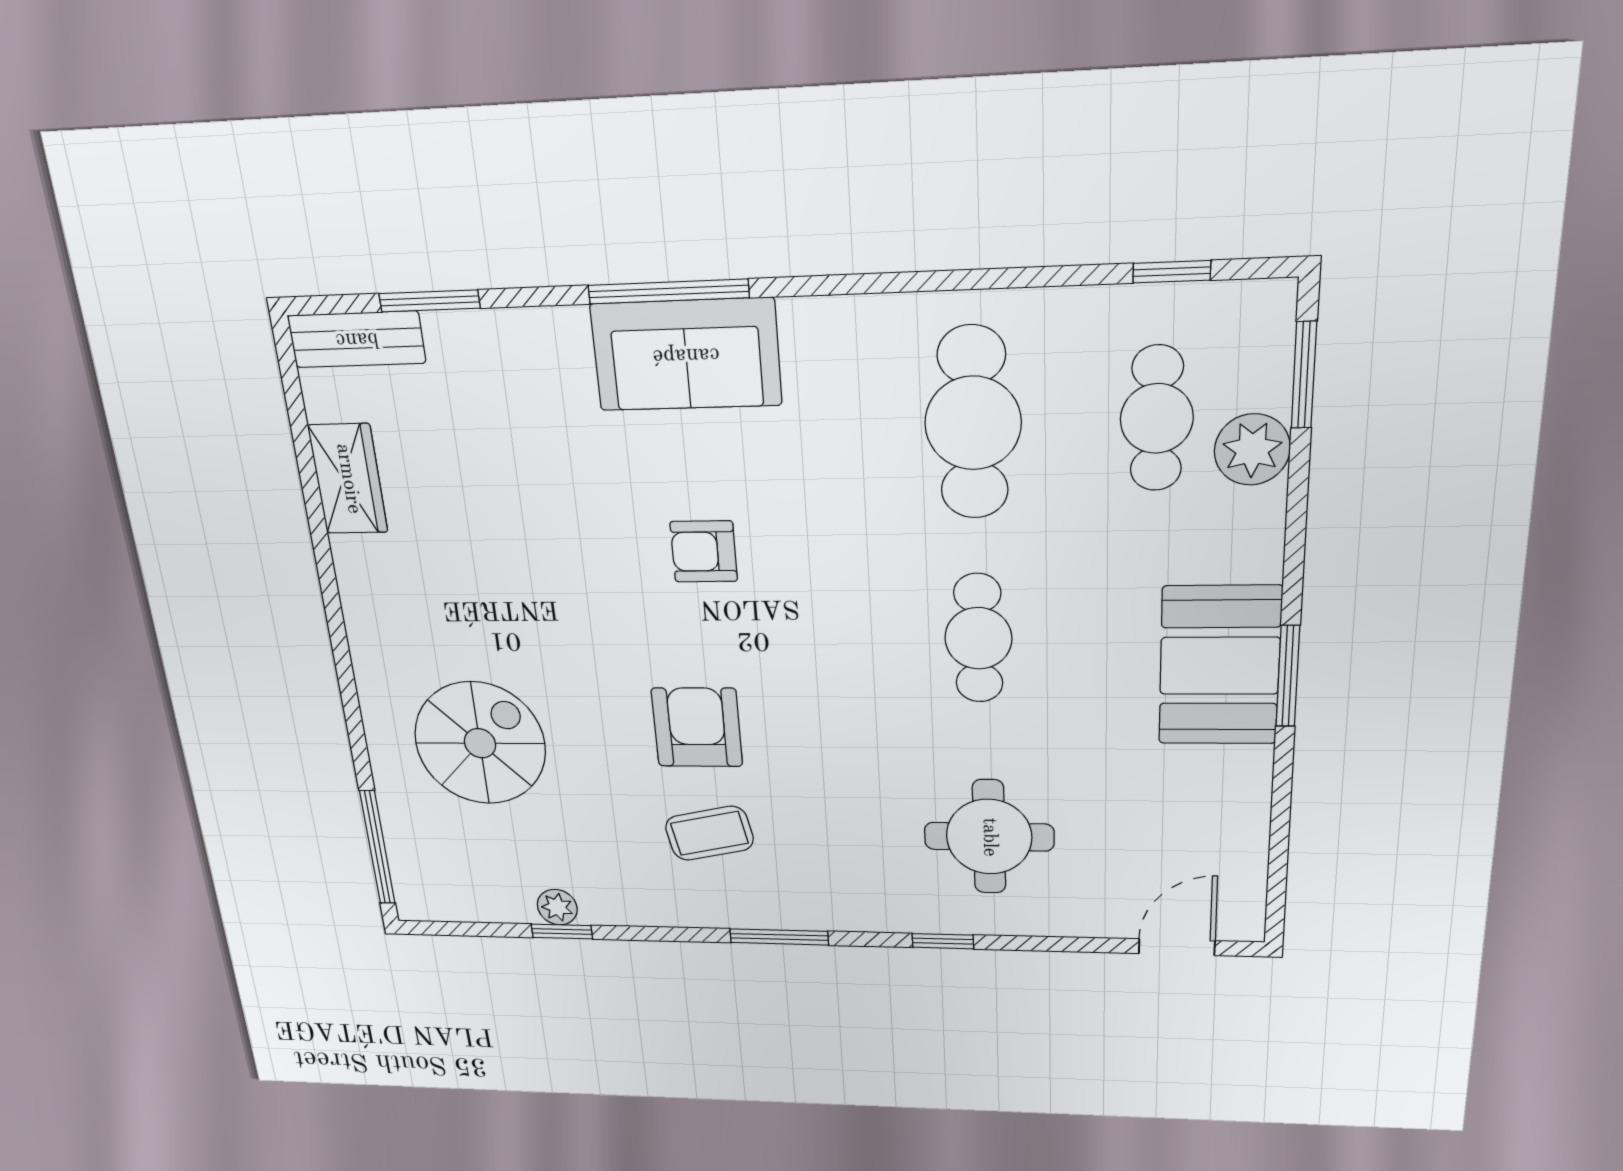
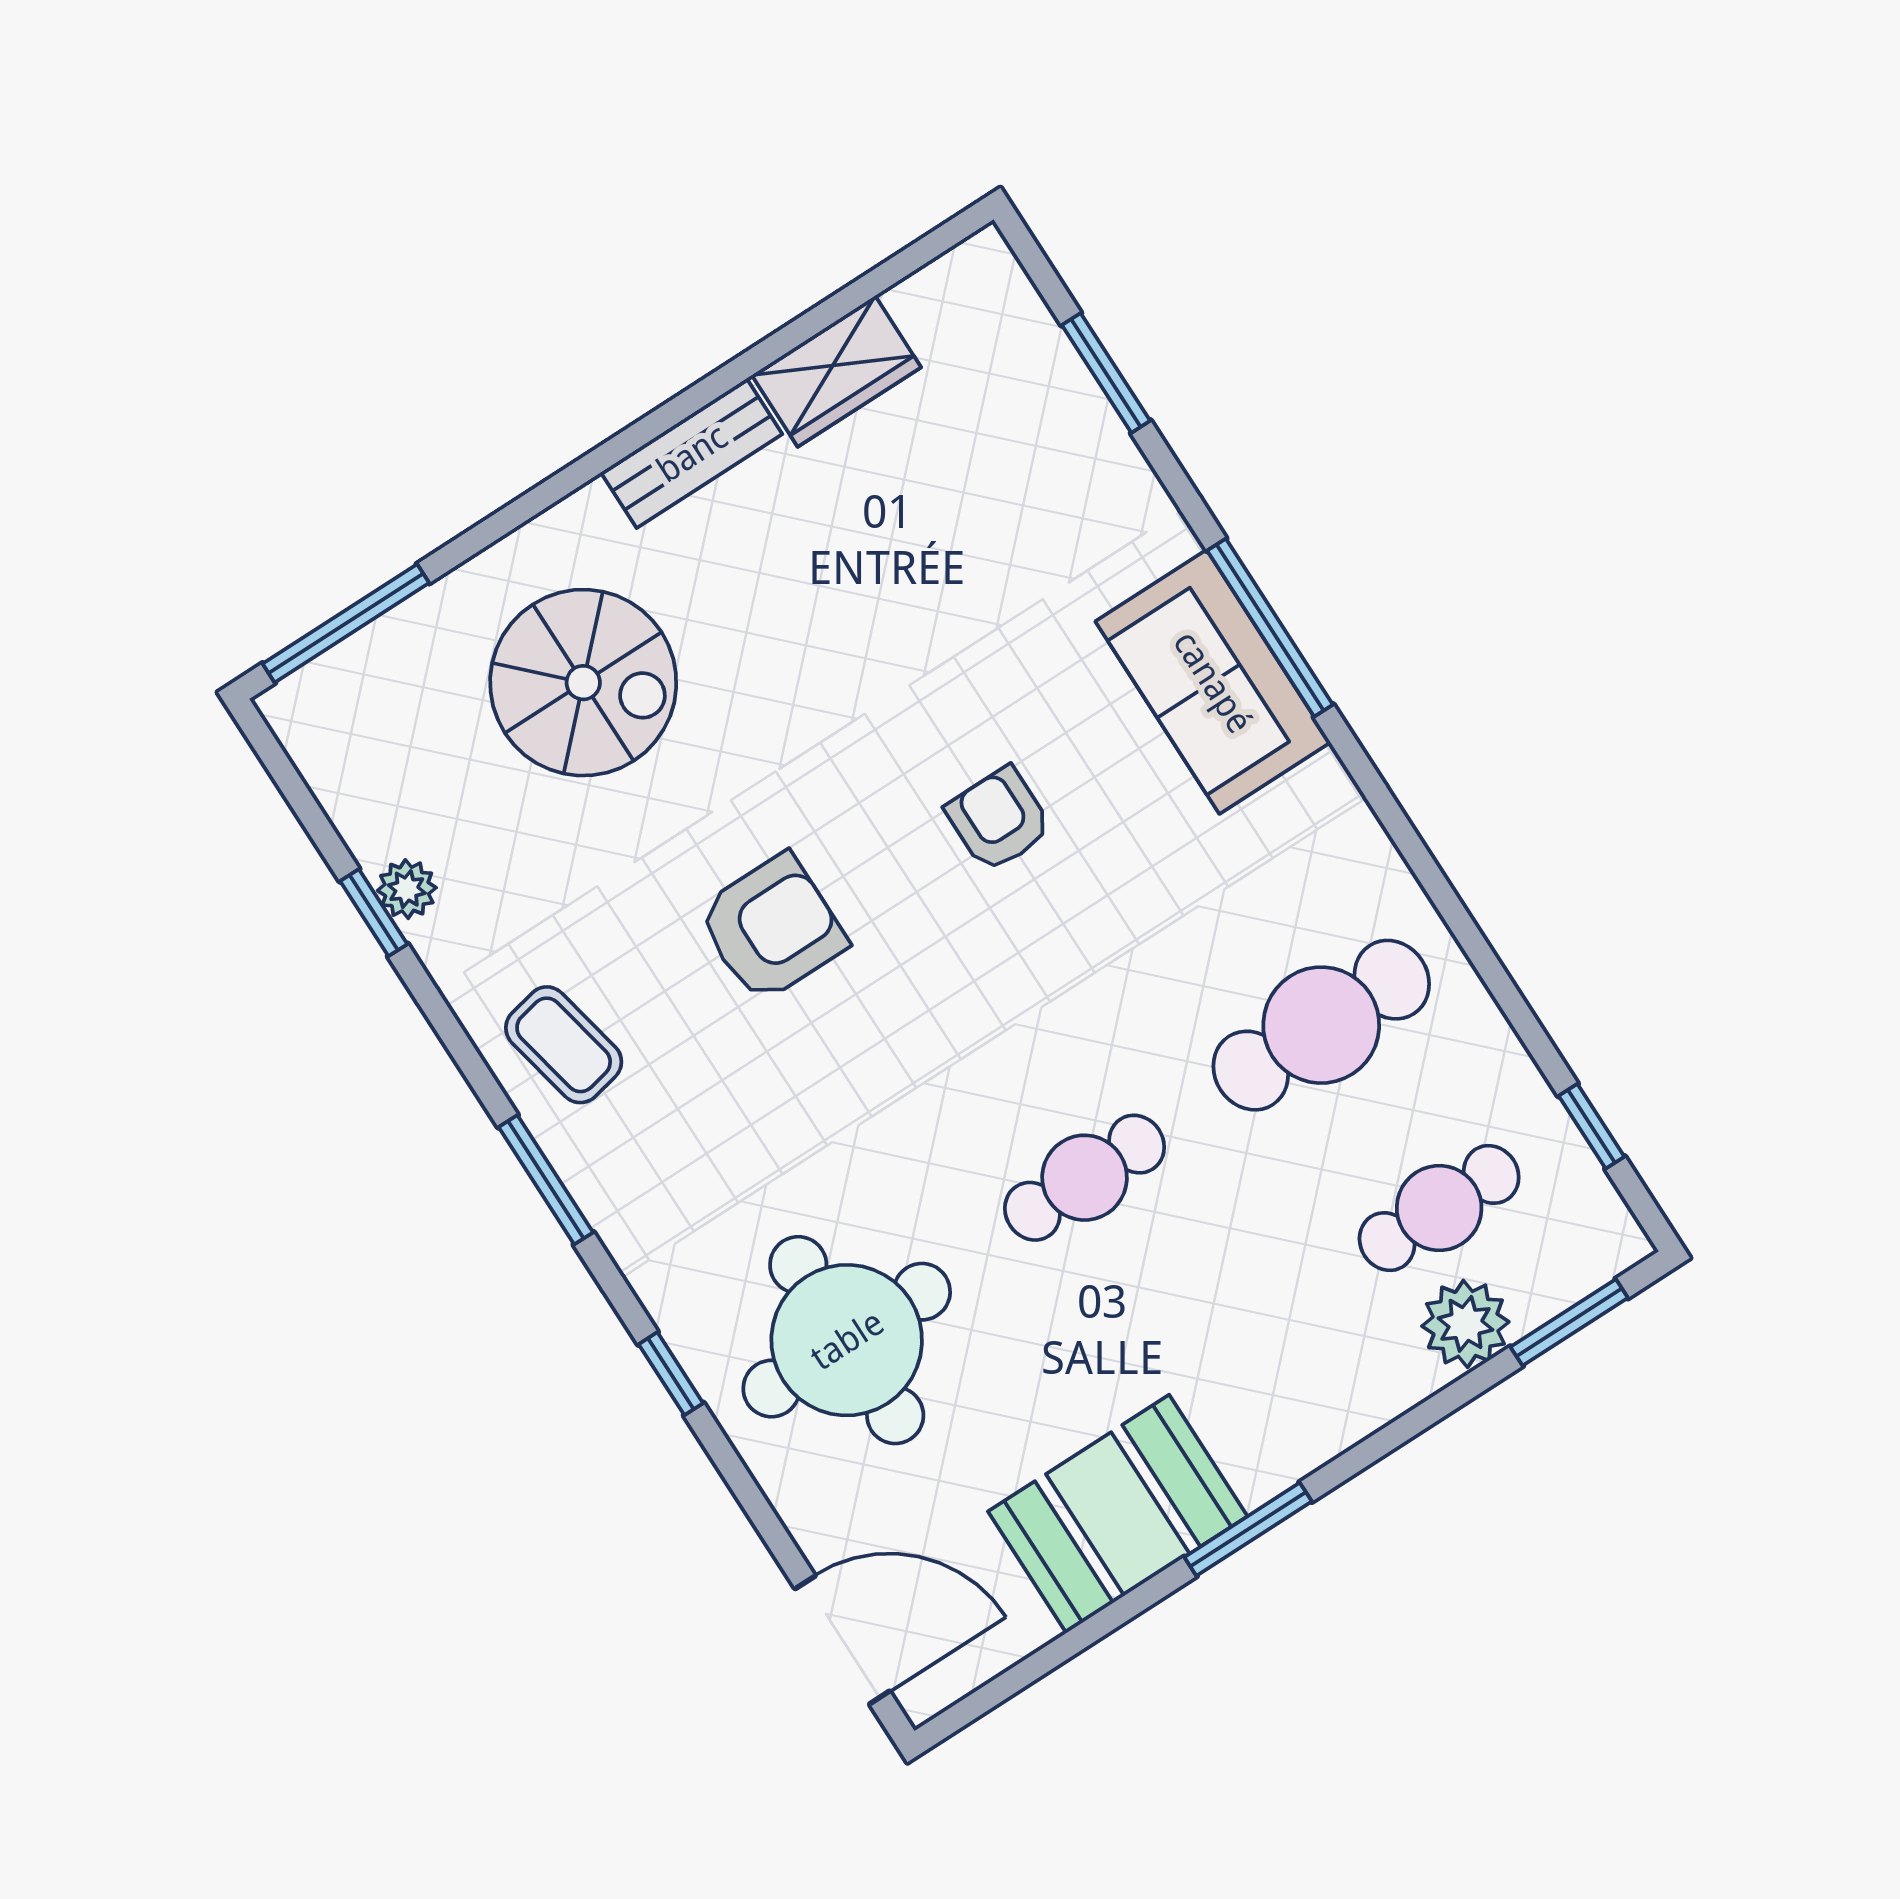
bench: (357, 339) -> (692, 453), moved, turned 90
booth: (1220, 666) -> (1118, 1514), moved
coffee table: (709, 833) -> (564, 1045), moved
round table: (989, 837) -> (847, 1340), width x1.36, depth x1.36
door: (1177, 947) -> (842, 1640), width x1.38

